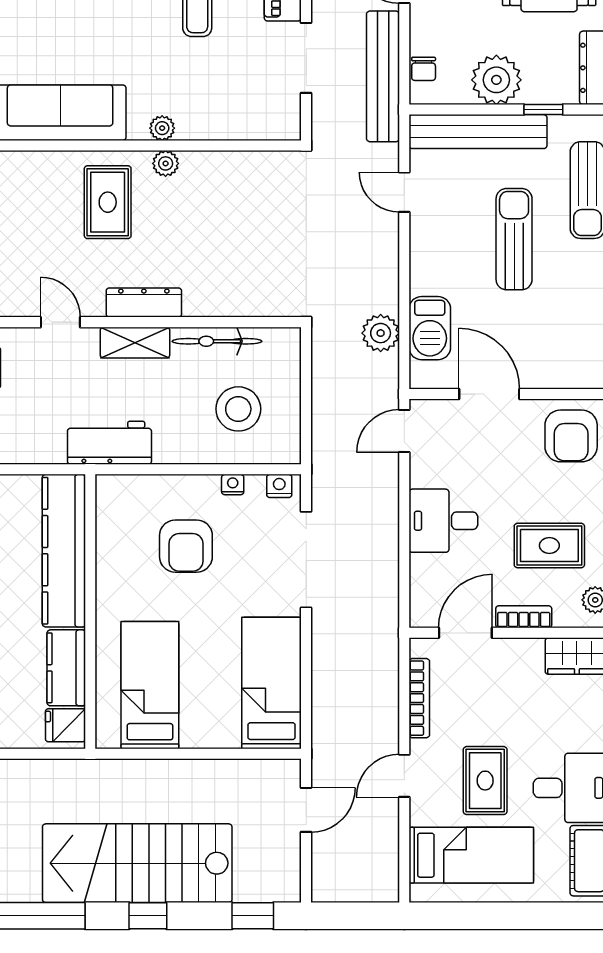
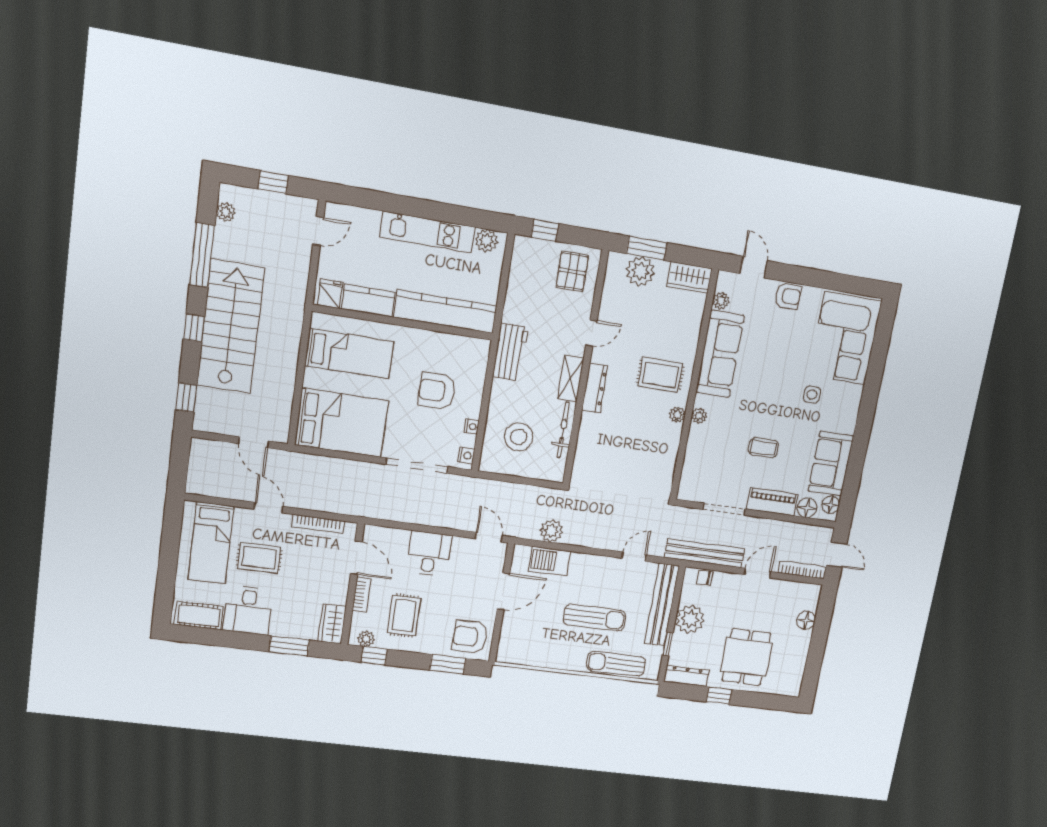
bed: (272, 683) -> (342, 423), width x1.50

